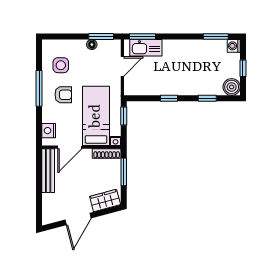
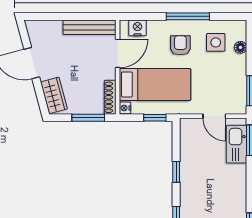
floor lamp: (92, 45) -> (240, 47), moved
armchair: (63, 95) -> (180, 45), turned 180
door: (70, 147) -> (118, 53), swing flipped

